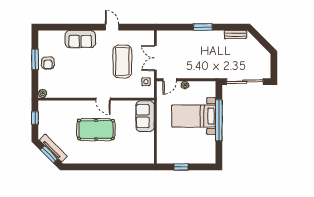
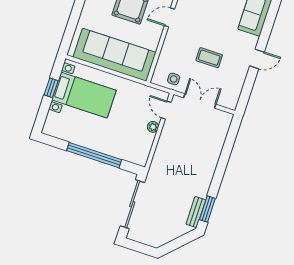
window: (203, 27) -> (207, 209), moved
coffee table: (122, 61) -> (209, 58), width x0.54, depth x0.58
sofa: (145, 116) -> (115, 55), width x1.85, depth x1.27
bed with nightstands: (194, 116) -> (84, 95), moved, turned 90

